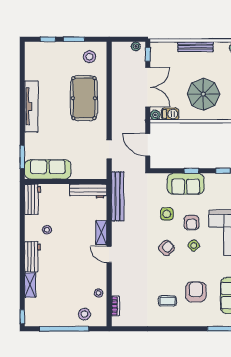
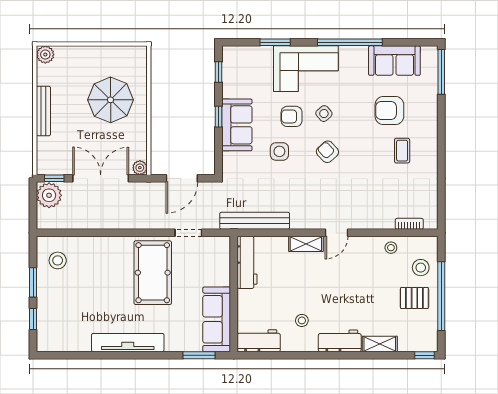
plant: (136, 46) -> (49, 195), width x1.88, depth x1.88
pool table: (84, 98) -> (153, 273), moved, turned 90
barbecue: (170, 114) -> (138, 147), removed
armchair: (192, 223) -> (292, 116), turned 180
pallet: (63, 310) -> (414, 298), added

